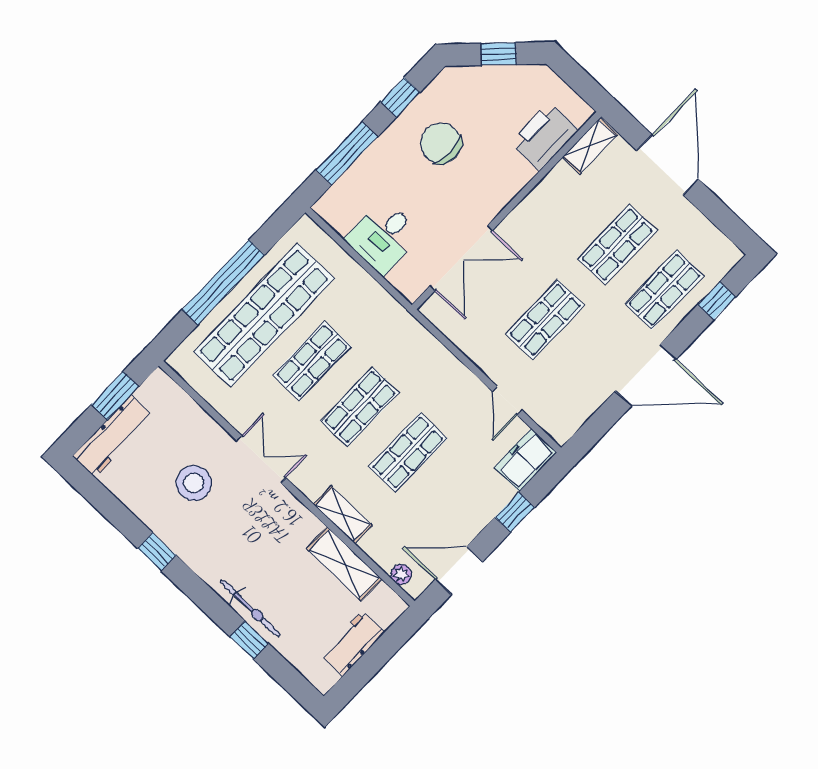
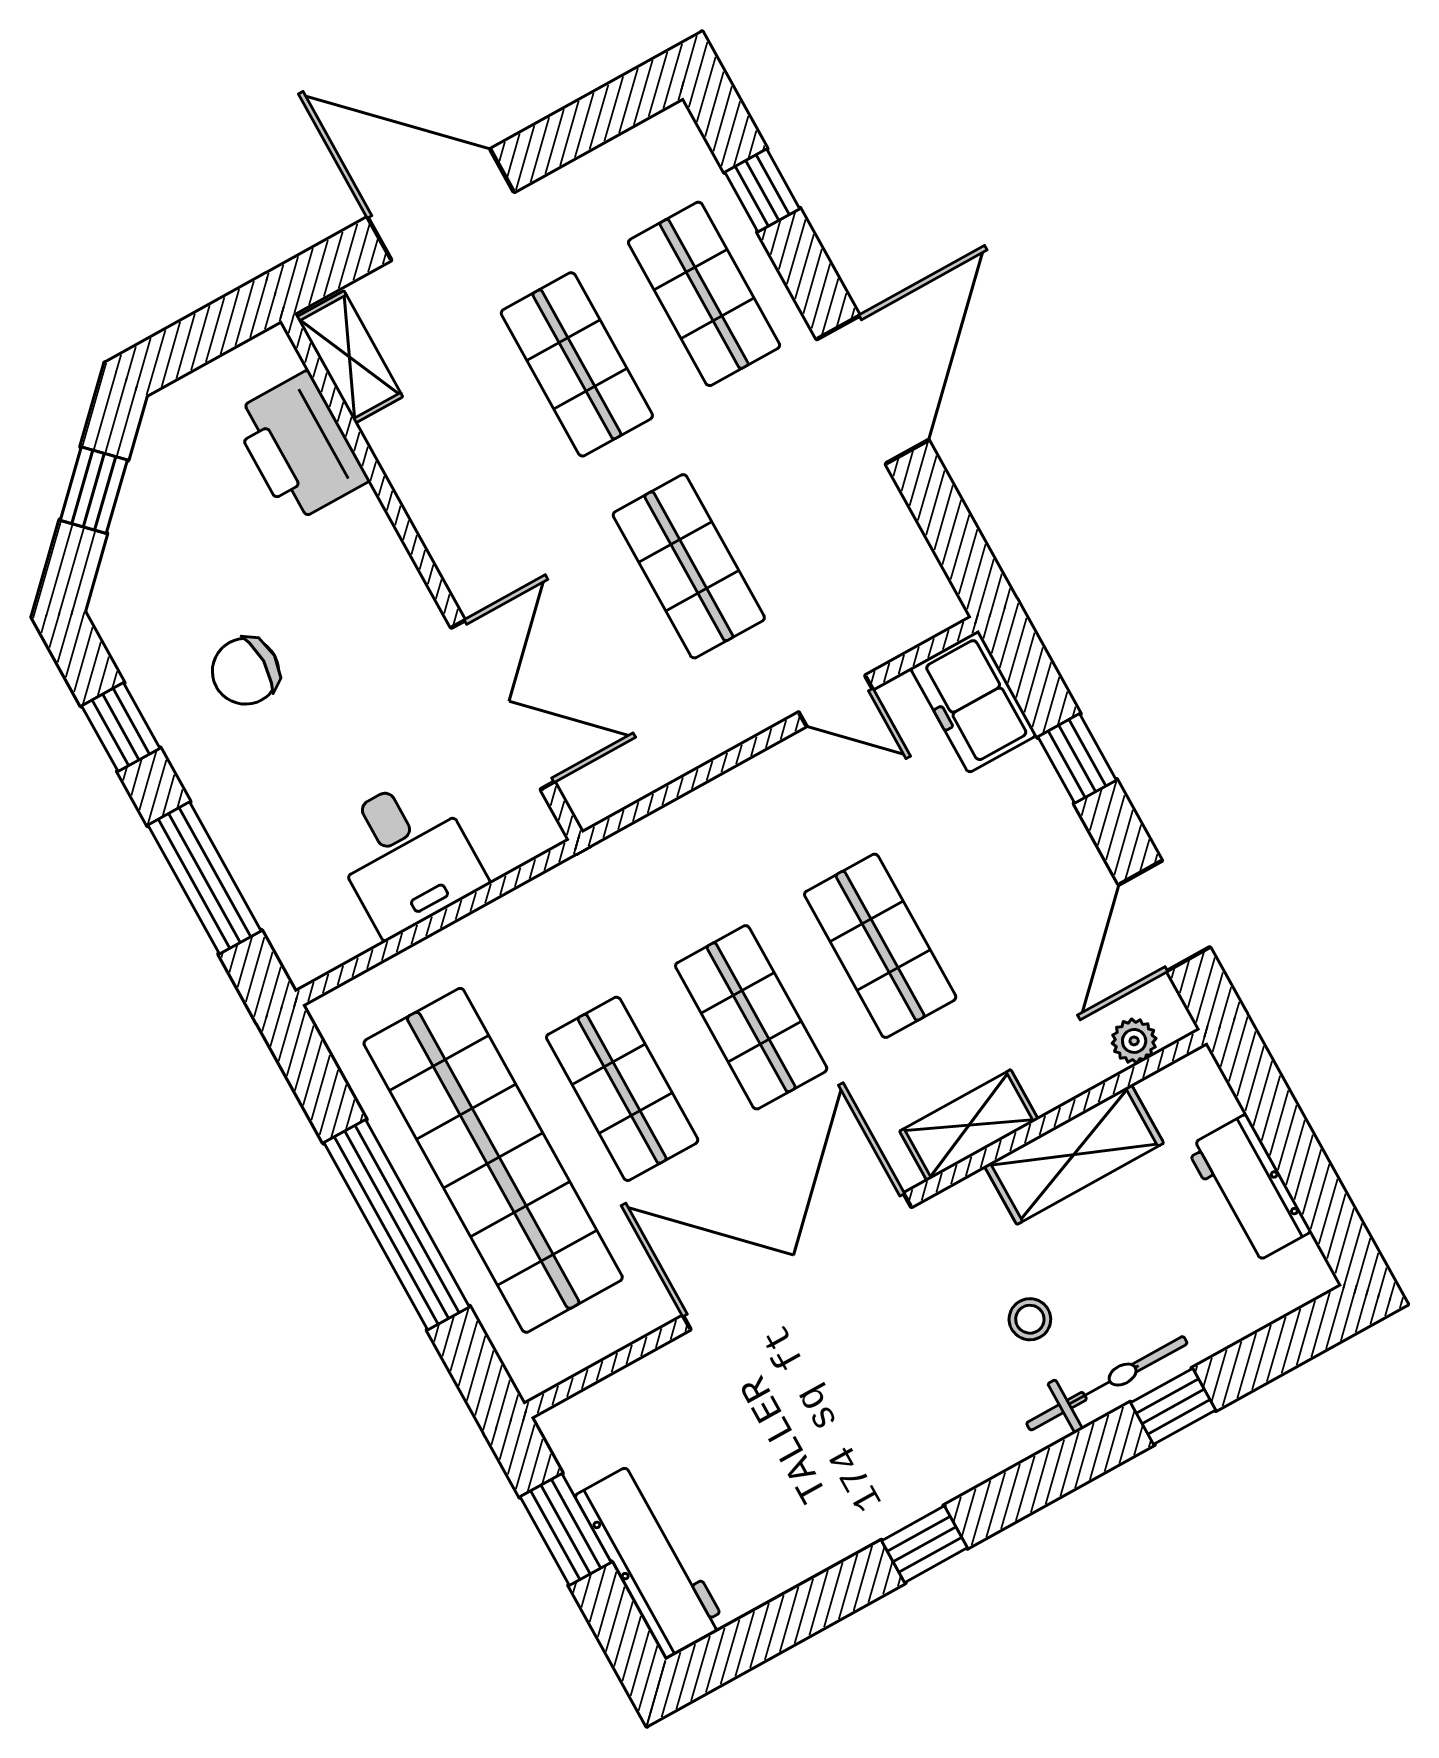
chair: (441, 143) -> (245, 671), width x0.73, depth x0.73
double door: (261, 459) -> (797, 1261), width x1.87
stool: (194, 483) -> (1030, 1319), moved, width x0.53, depth x0.53

